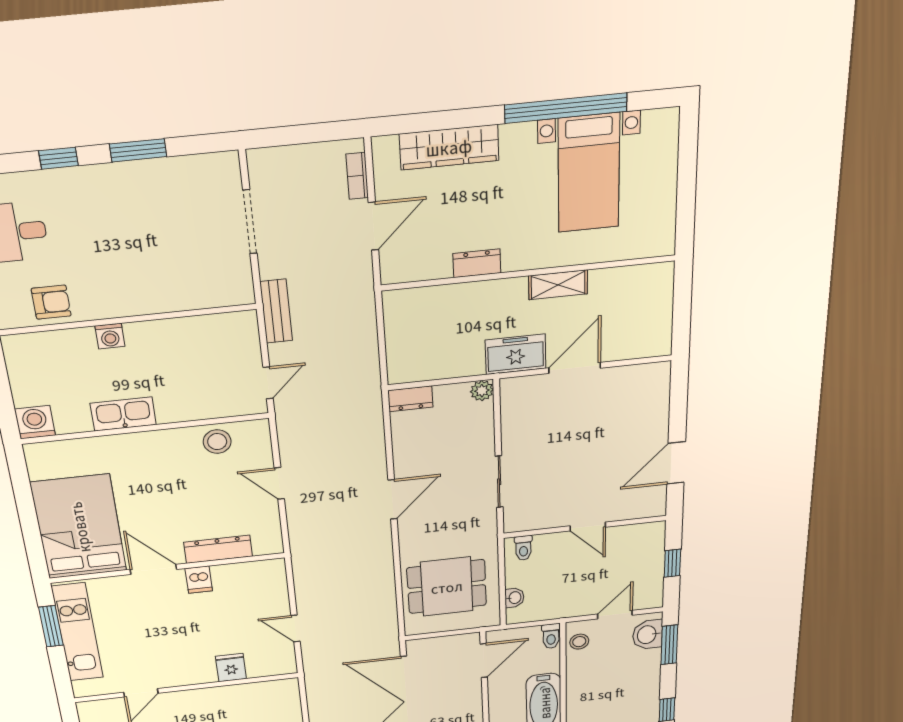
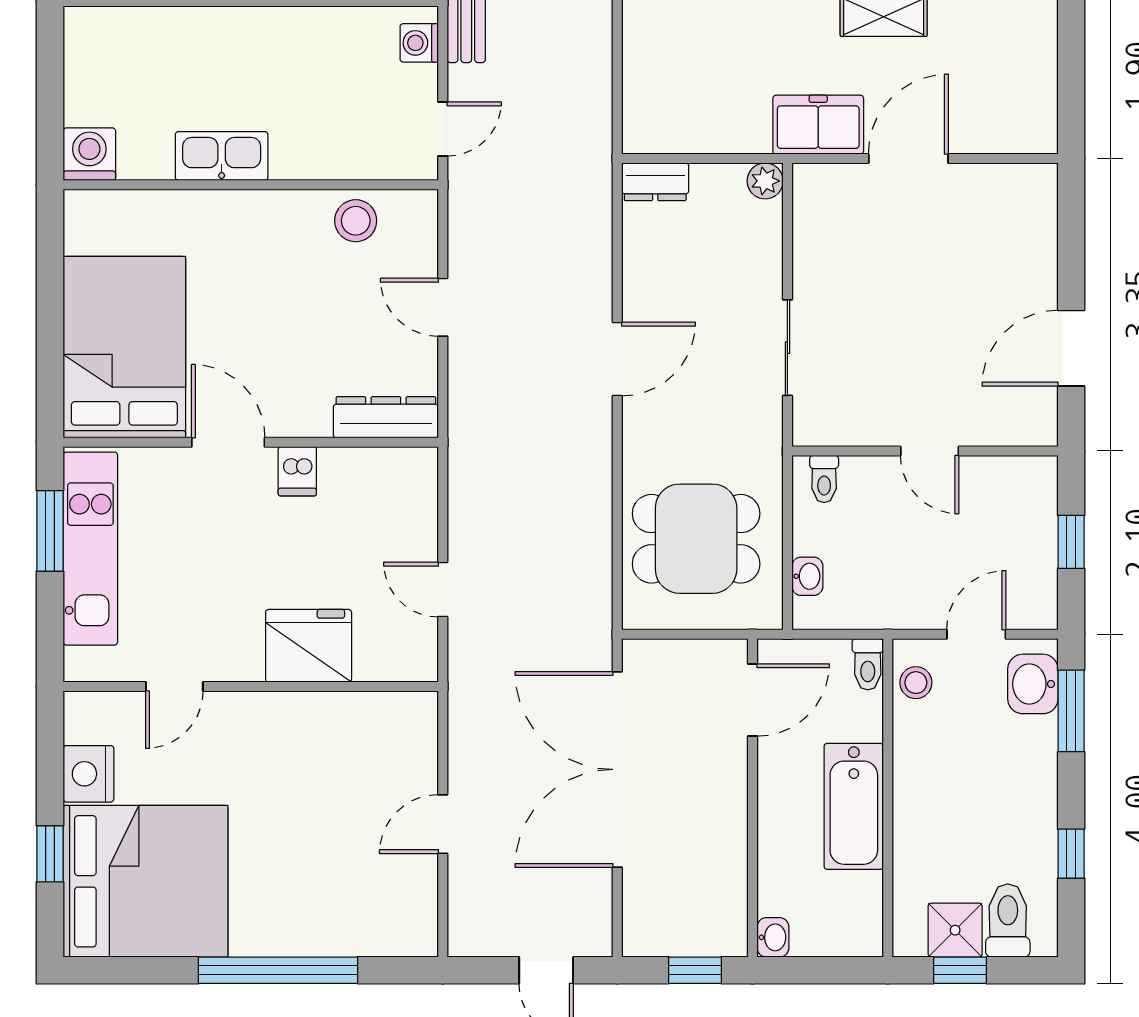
washing machine: (110, 336) -> (419, 43), moved, turned 90
dresser: (218, 549) -> (386, 417), moved
fridge: (231, 668) -> (309, 646), width x1.88, depth x1.34

